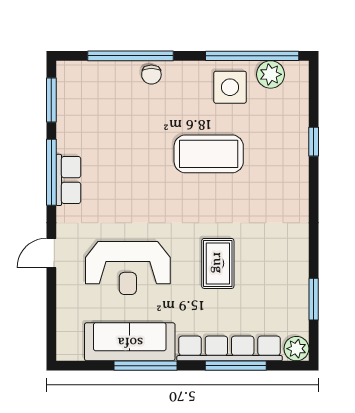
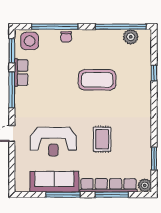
side table: (230, 87) -> (30, 41), moved
row of seats: (68, 180) -> (21, 72), moved

